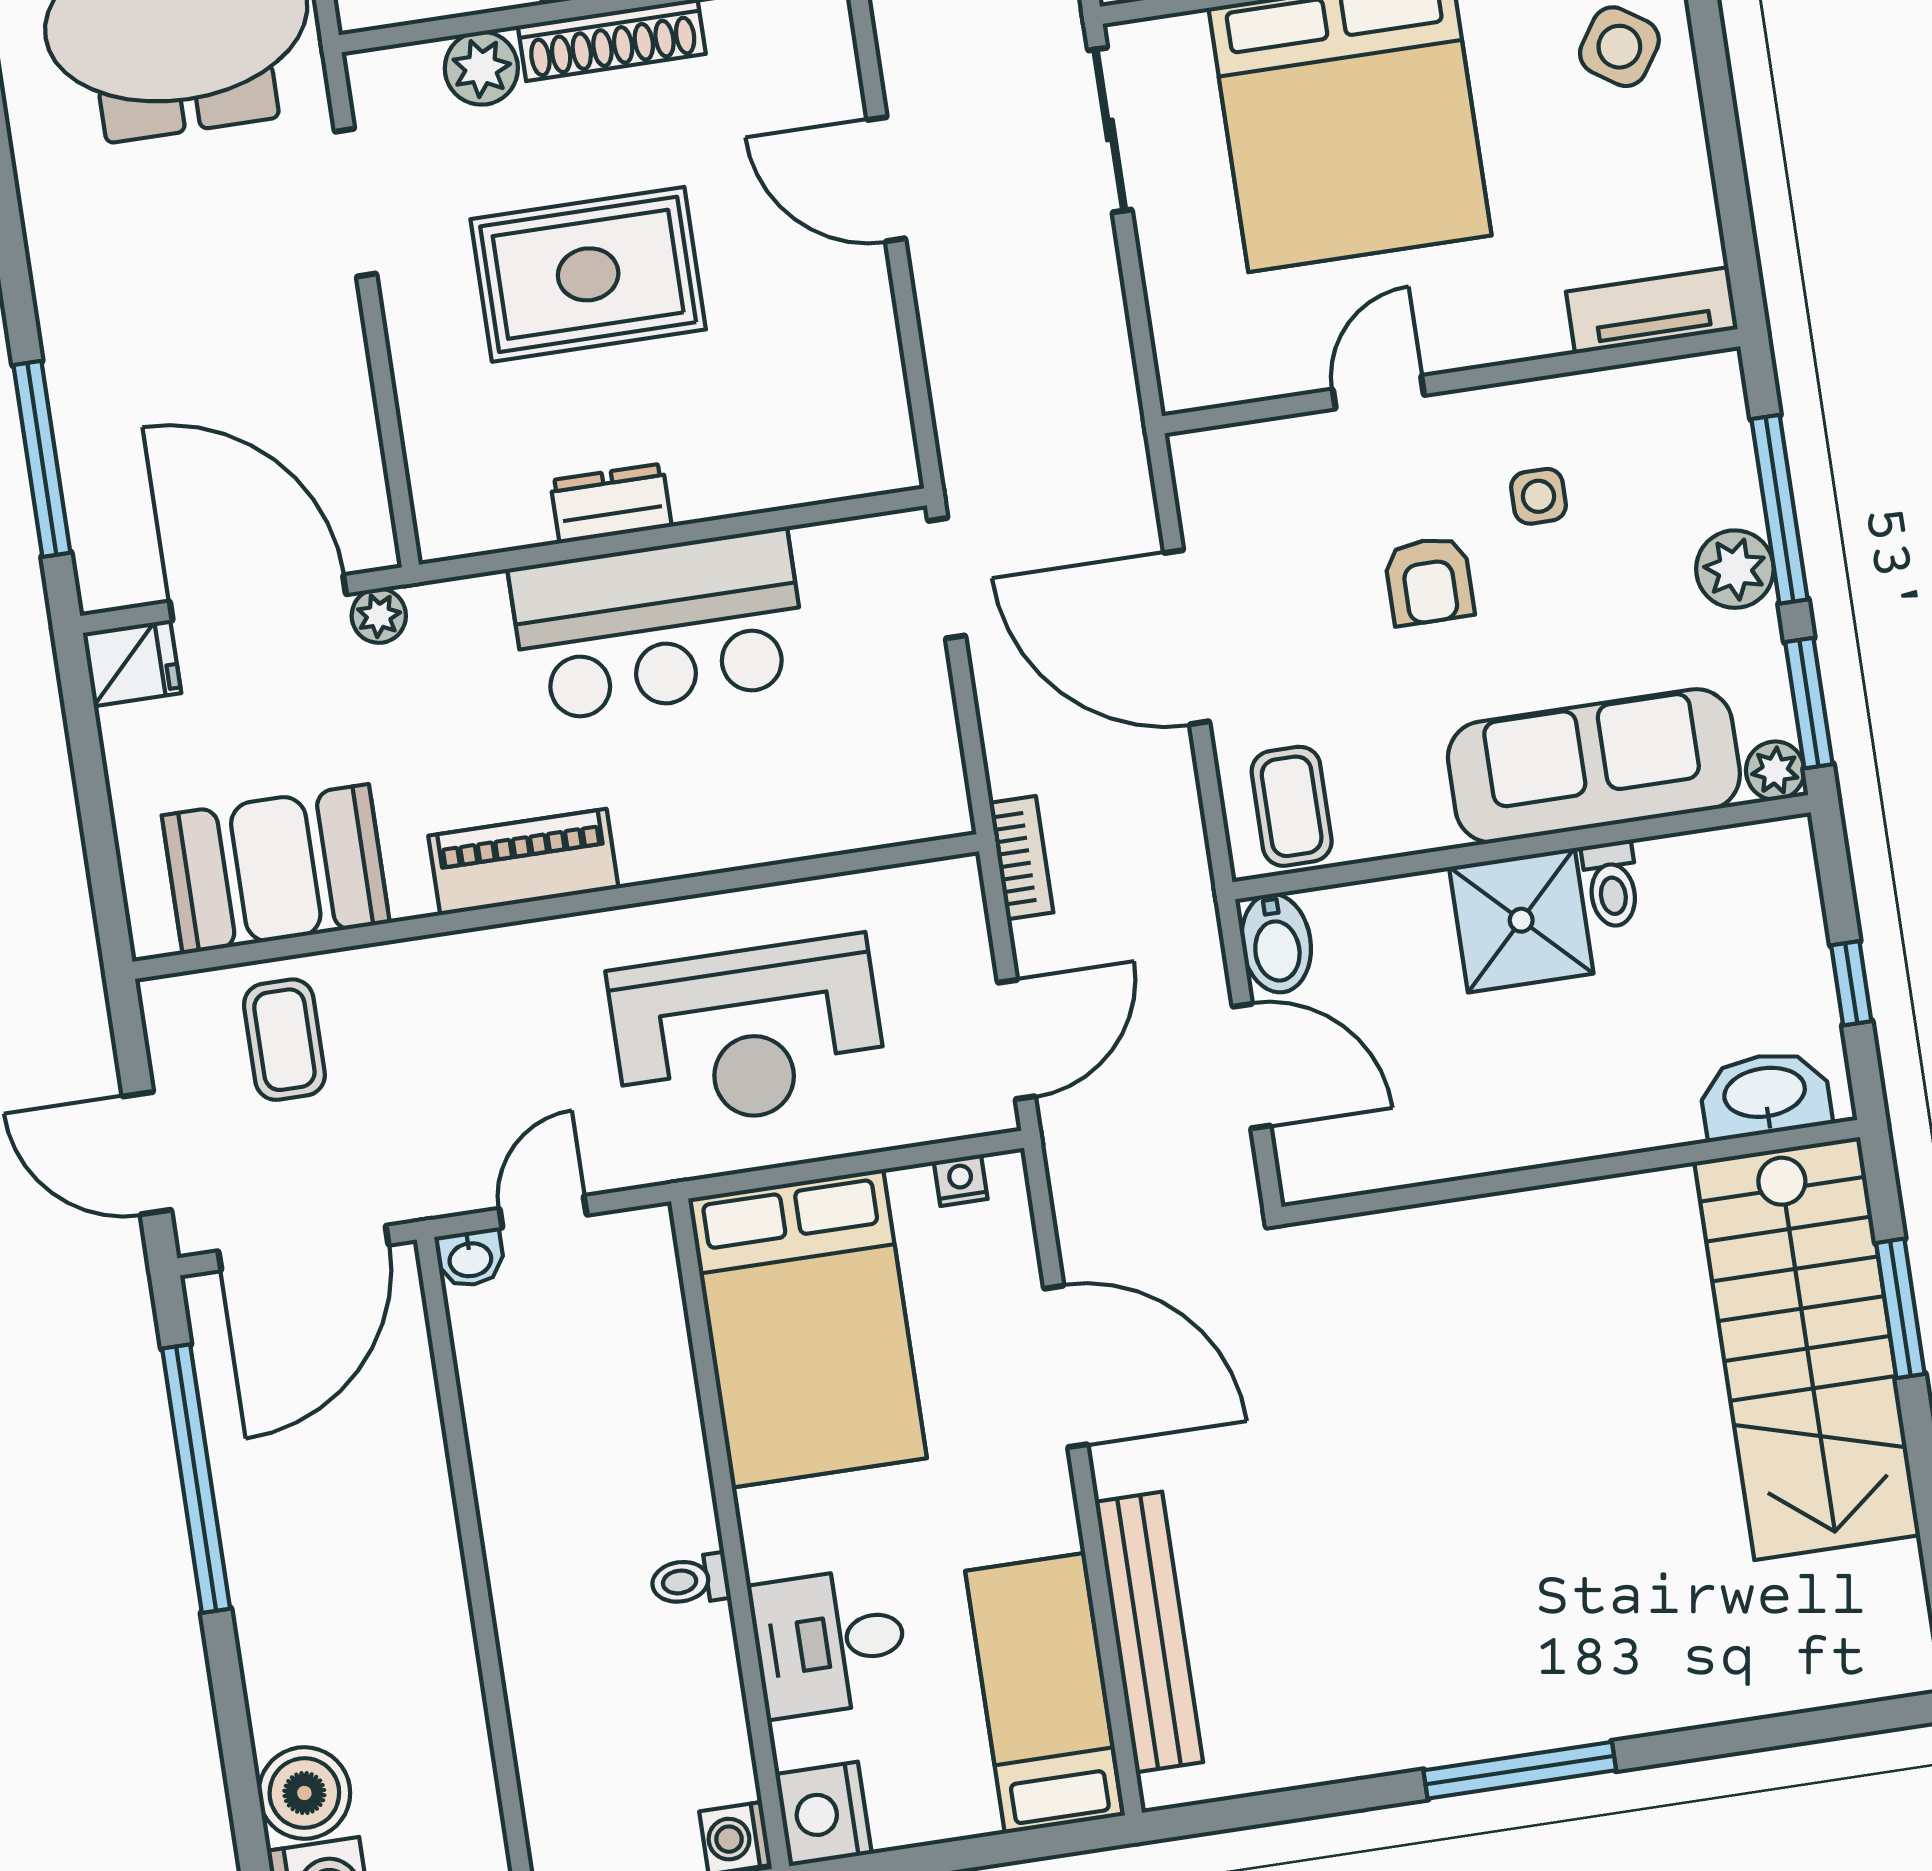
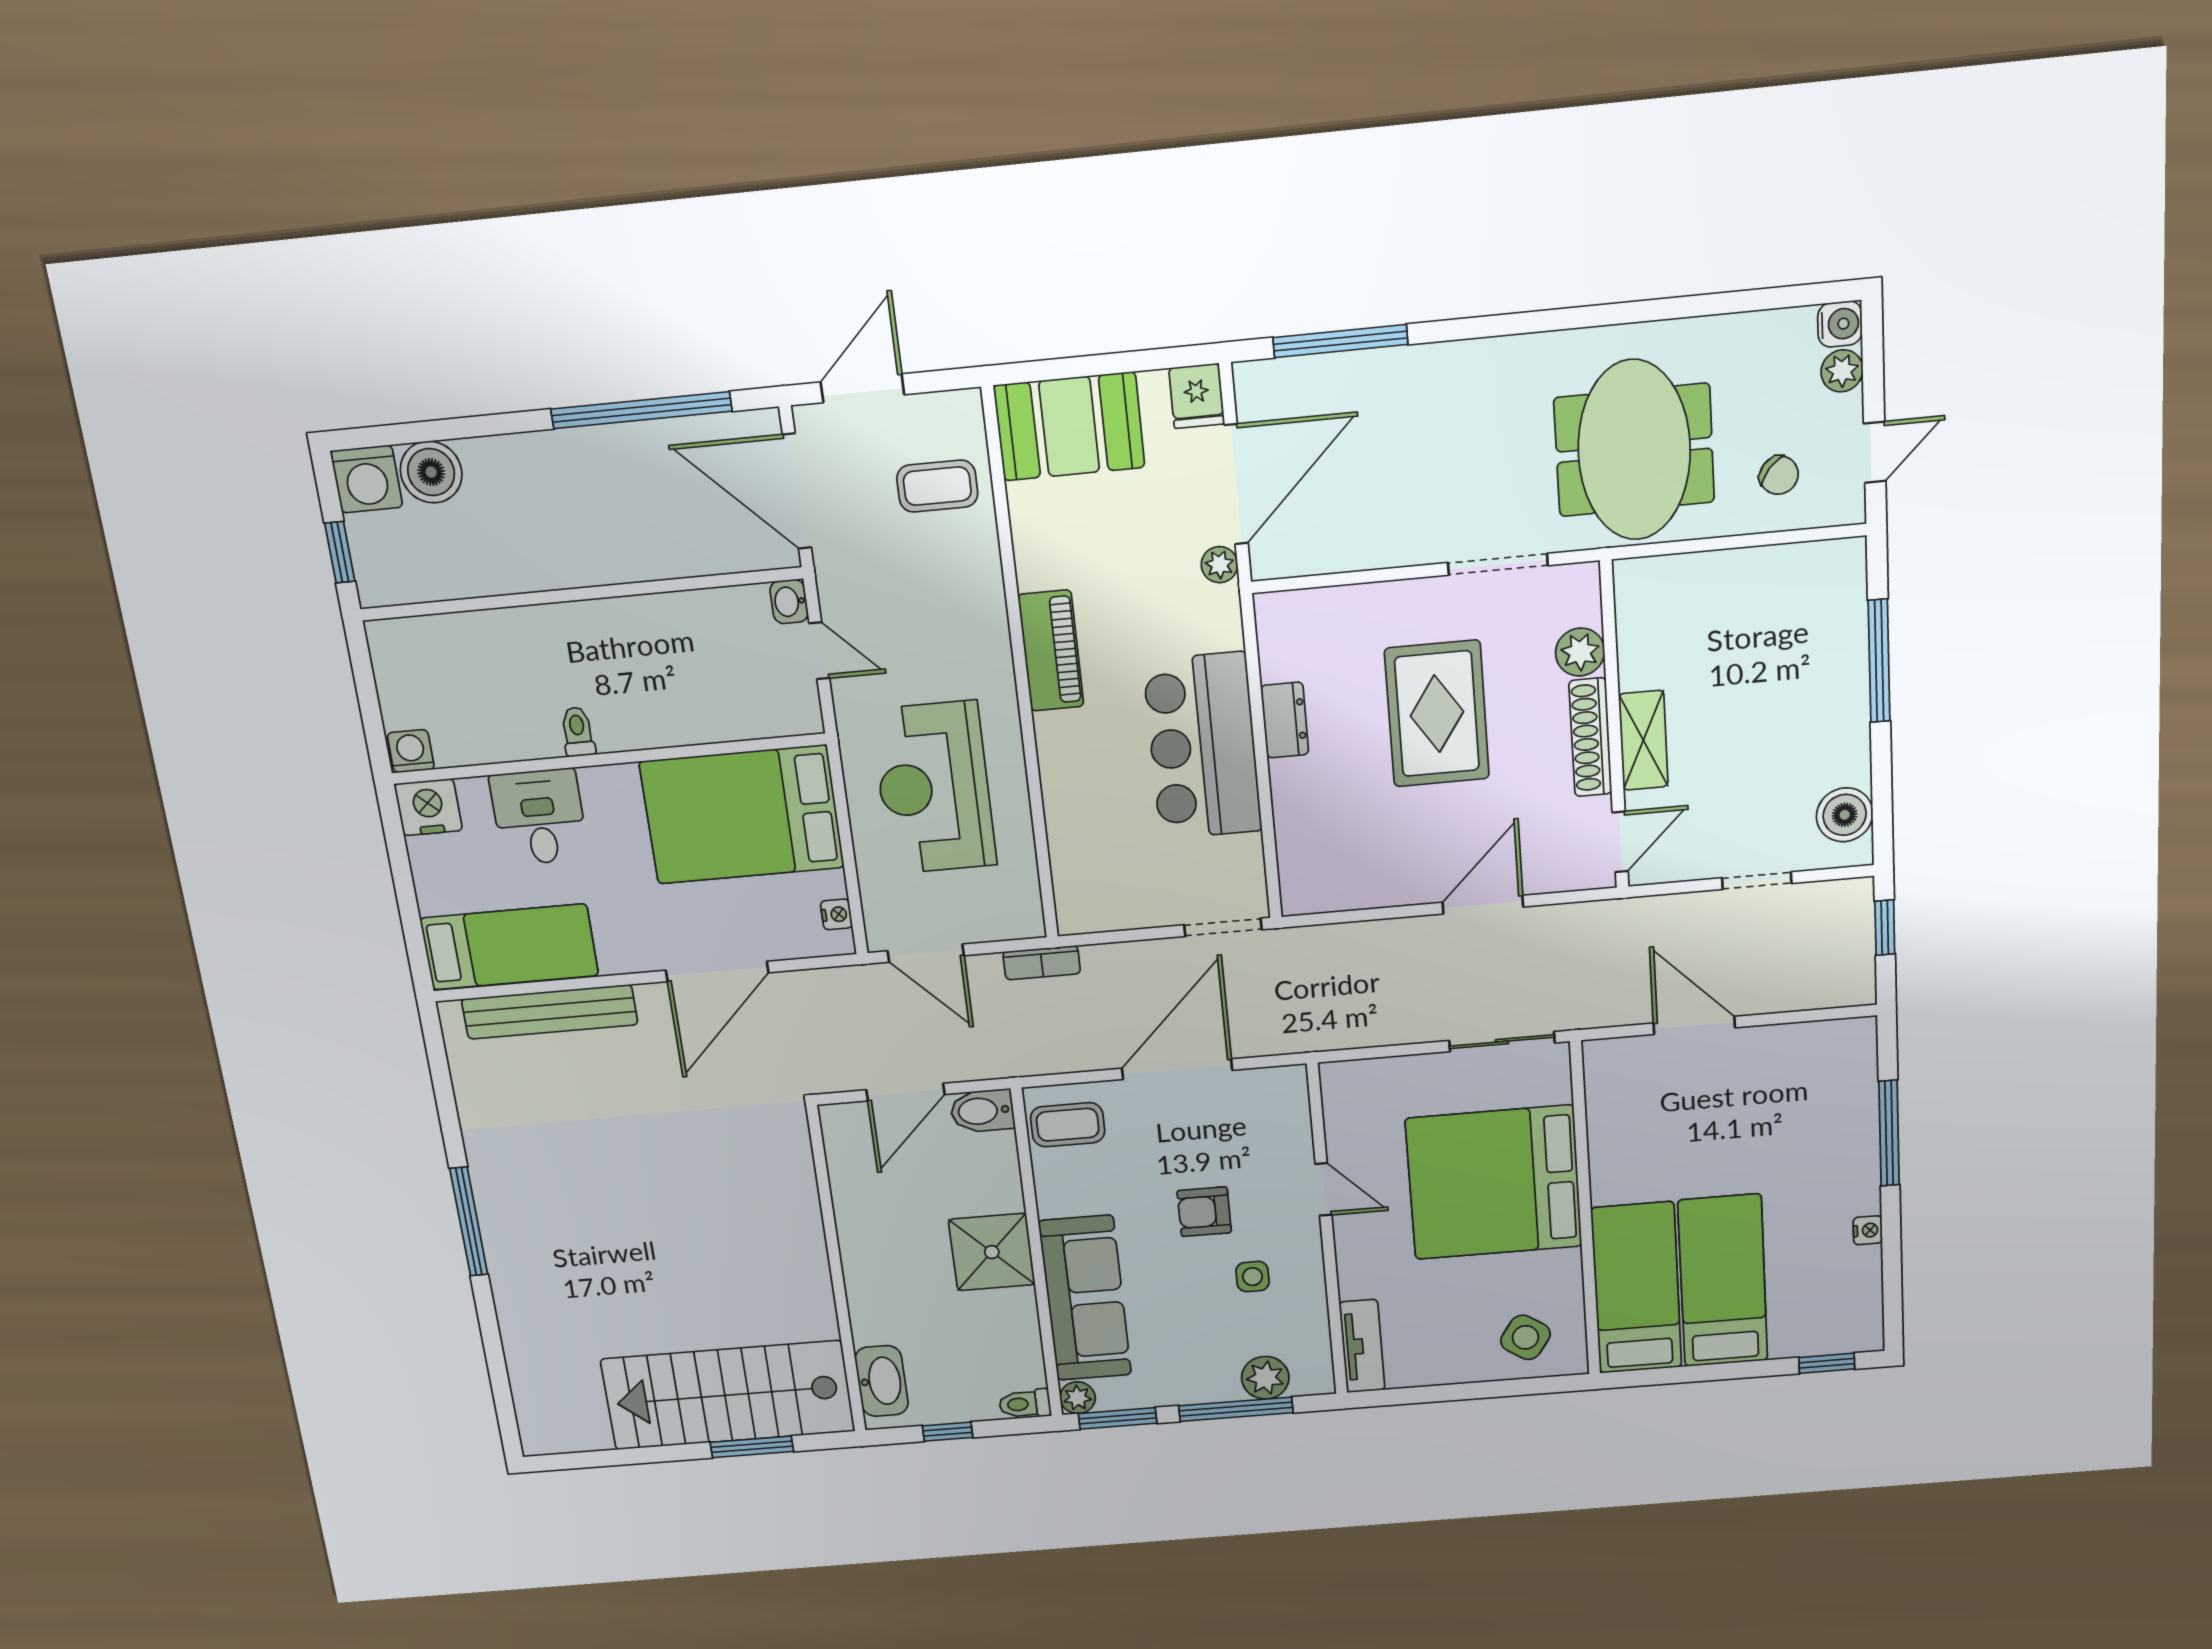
plant: (1735, 569) -> (1265, 1378), moved
booth: (276, 869) -> (1069, 426), moved, turned 90
toilet: (1612, 884) -> (1025, 1404), moved

